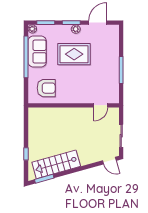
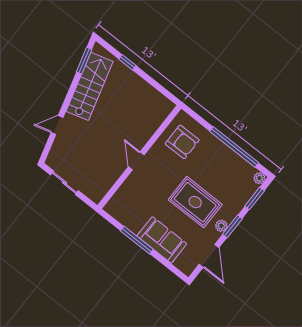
sofa: (37, 52) -> (162, 240), moved, turned 180
rug: (74, 54) -> (195, 202), turned 90
armchair: (46, 88) -> (182, 142), turned -90
door: (101, 105) -> (136, 161), moved
door: (109, 161) -> (57, 125), moved

